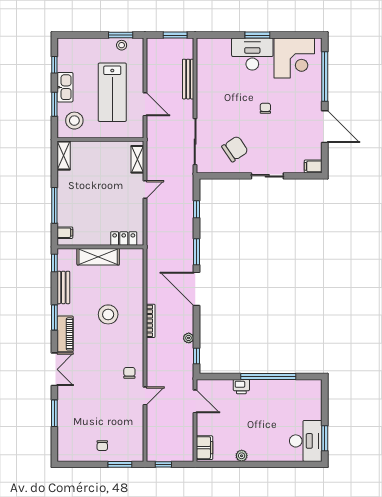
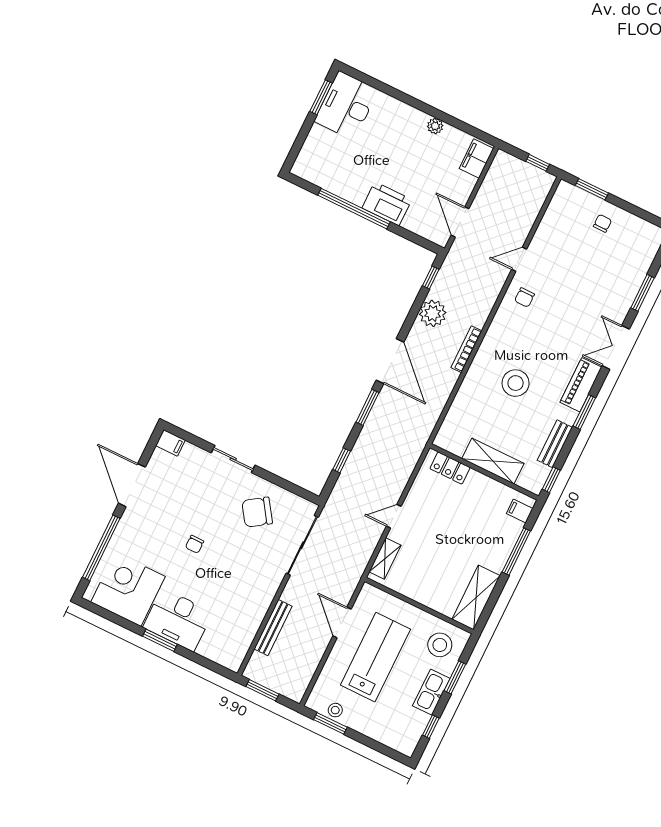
shelving: (64, 156) -> (476, 597), width x1.50, depth x1.33
plant: (189, 338) -> (433, 313), width x1.88, depth x1.88
printer: (241, 387) -> (387, 204), width x1.87, depth x1.48

